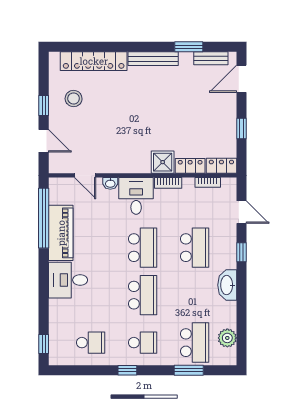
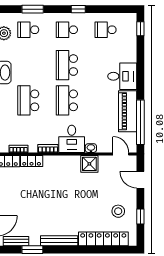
window: (44, 106) -> (140, 217), moved
shower: (163, 162) -> (89, 164), moved
door: (85, 175) -> (121, 154), moved
school desk: (195, 343) -> (28, 30), width x0.54

